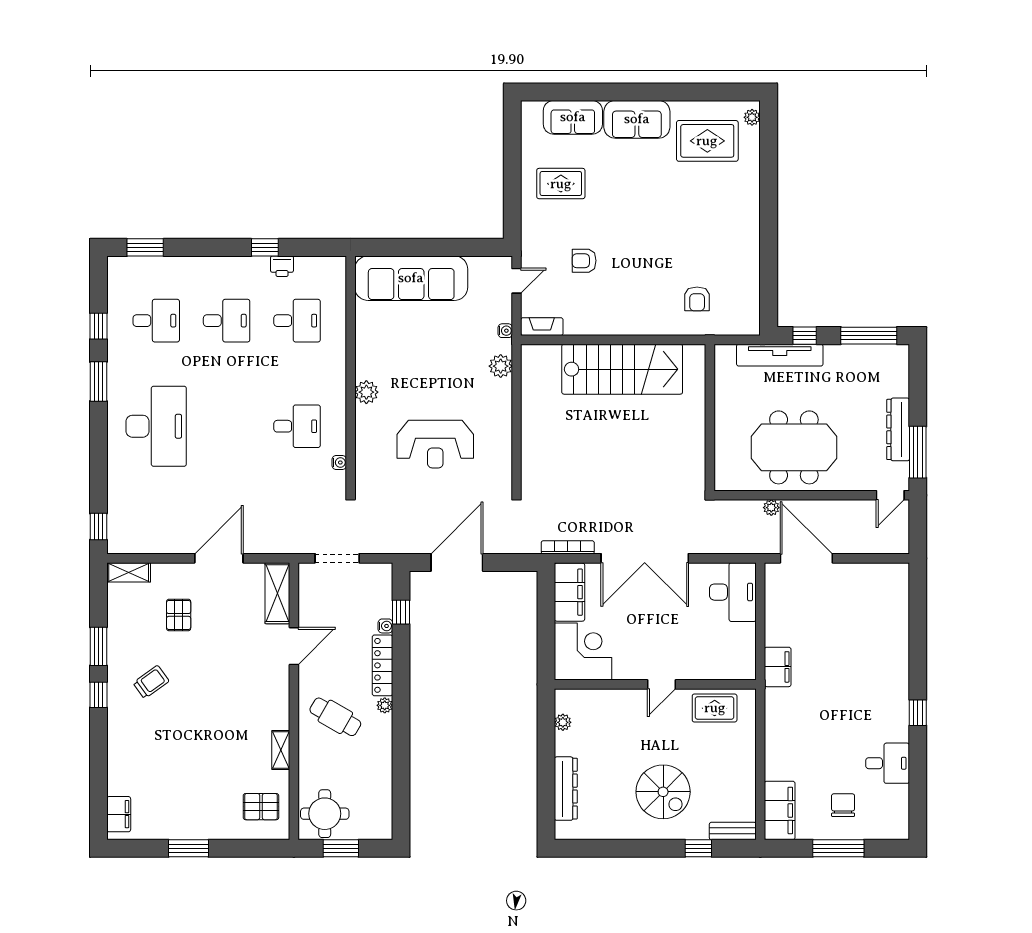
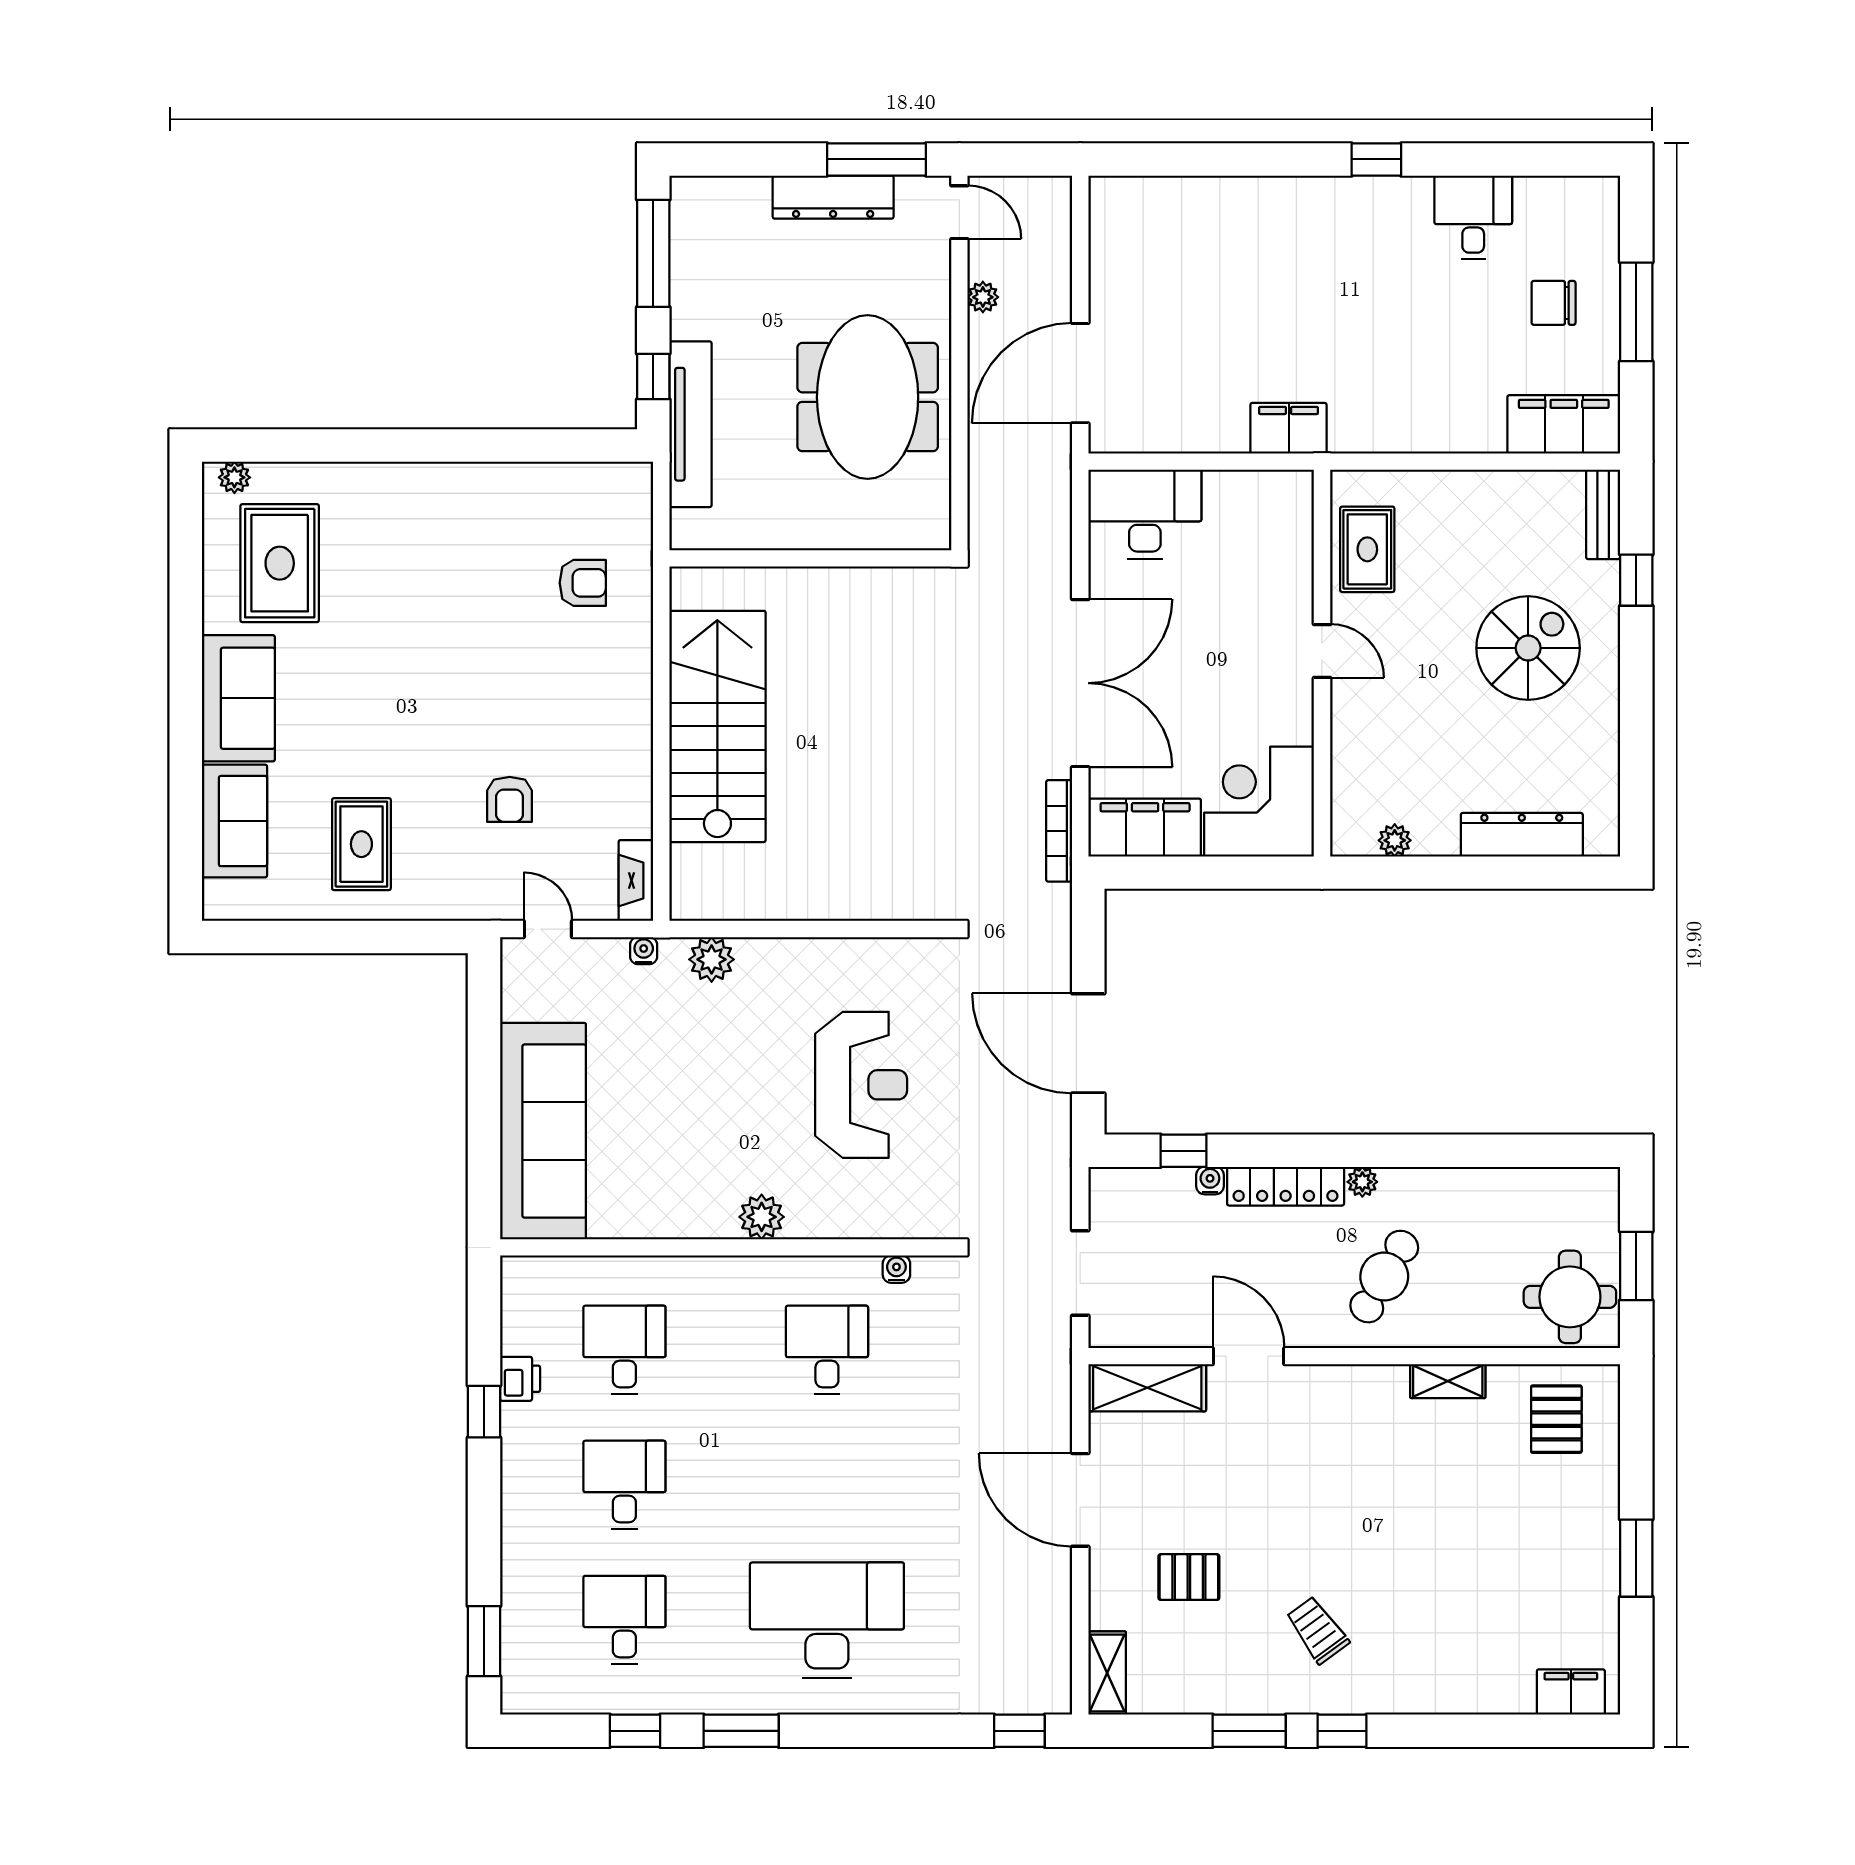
plant: (771, 508) -> (983, 297), moved

